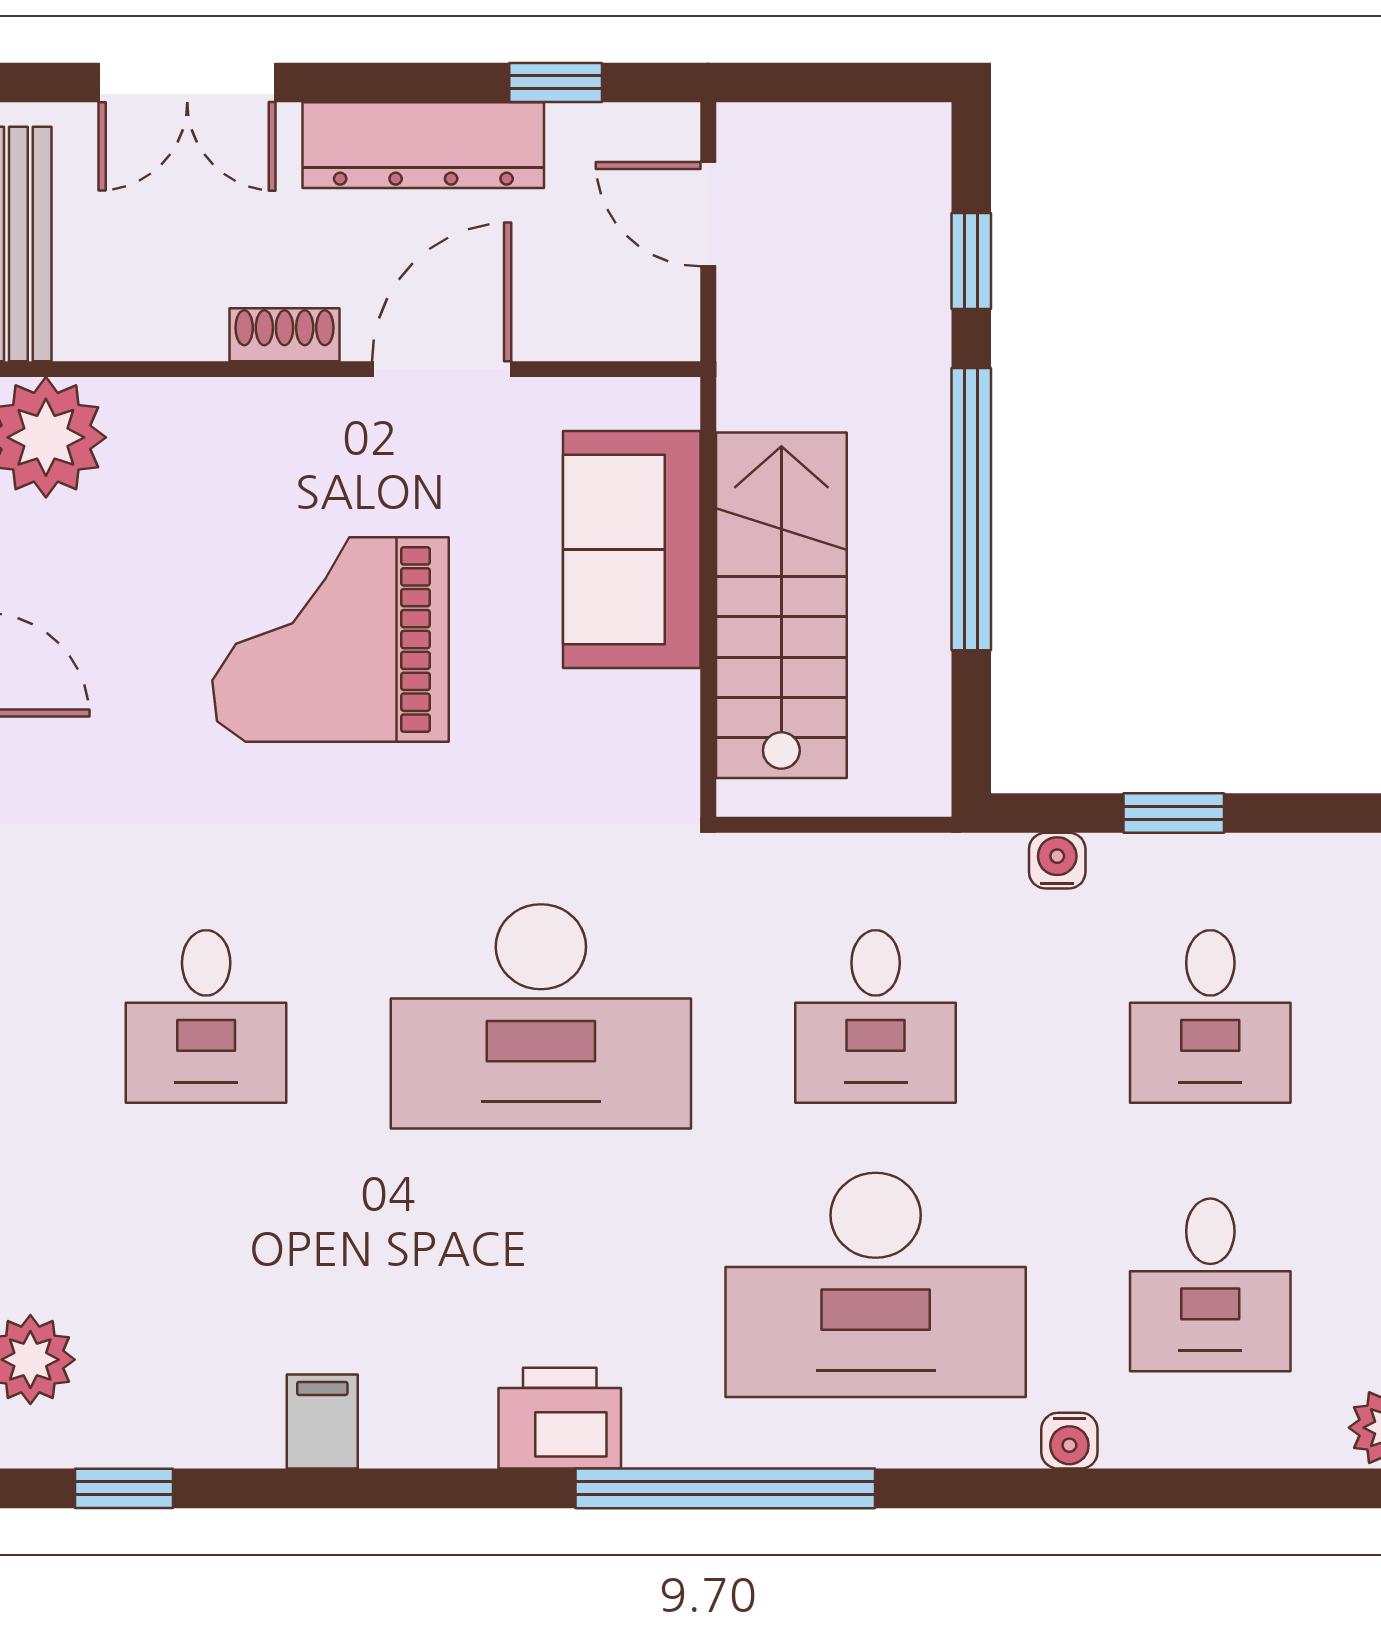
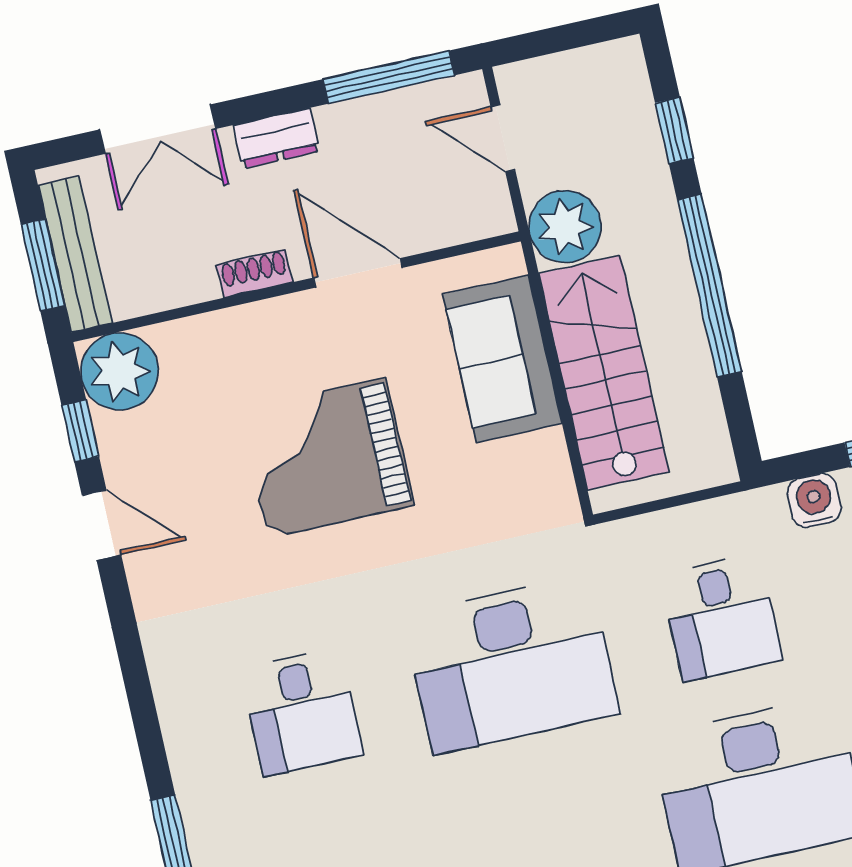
window: (556, 82) -> (389, 77), width x2.17
dresser: (423, 145) -> (276, 138), width x0.51, depth x0.80
door: (442, 369) -> (358, 273), hinge flipped
plant: (772, 370) -> (565, 227), added
water cooler: (1057, 861) -> (814, 501), width x1.38, depth x1.38

